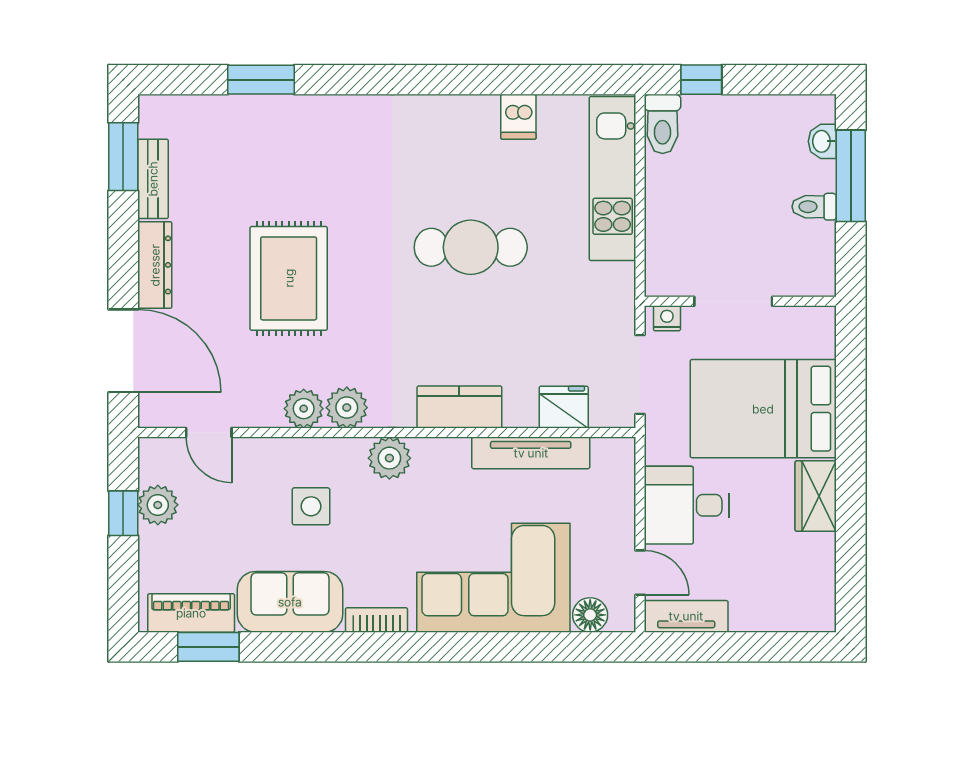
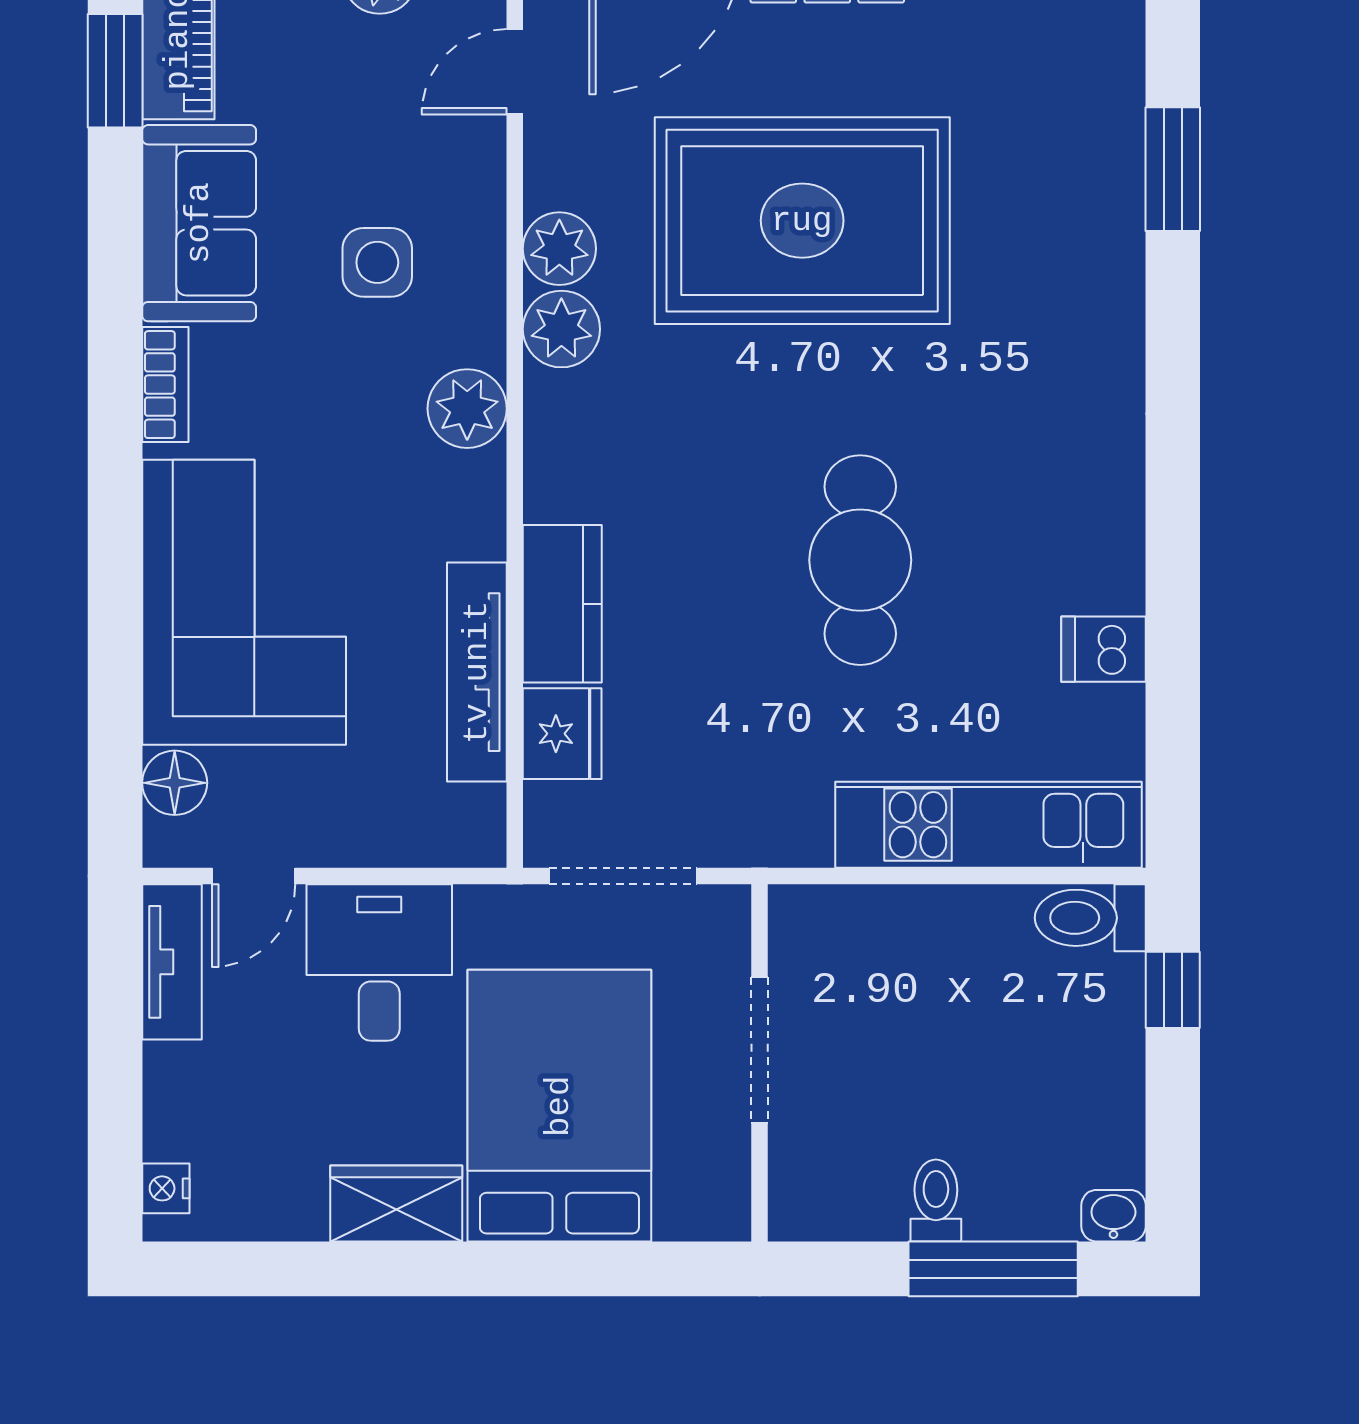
washbasin: (822, 141) -> (1113, 1216), moved
rug: (289, 278) -> (802, 221), width x1.37, depth x1.44
nightstand: (667, 318) -> (166, 1188), moved, turned 180
kitchen counter: (459, 407) -> (562, 604), moved

